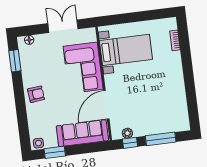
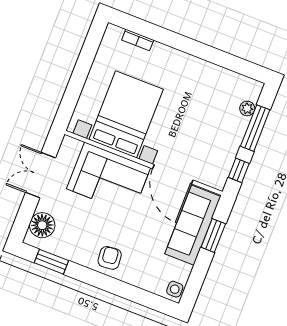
floor lamp: (29, 40) -> (42, 225), width x1.89, depth x1.89
bed with nightstands: (126, 50) -> (126, 114), width x1.36
plant: (127, 133) -> (247, 108), moved
window: (55, 152) -> (213, 235), moved

